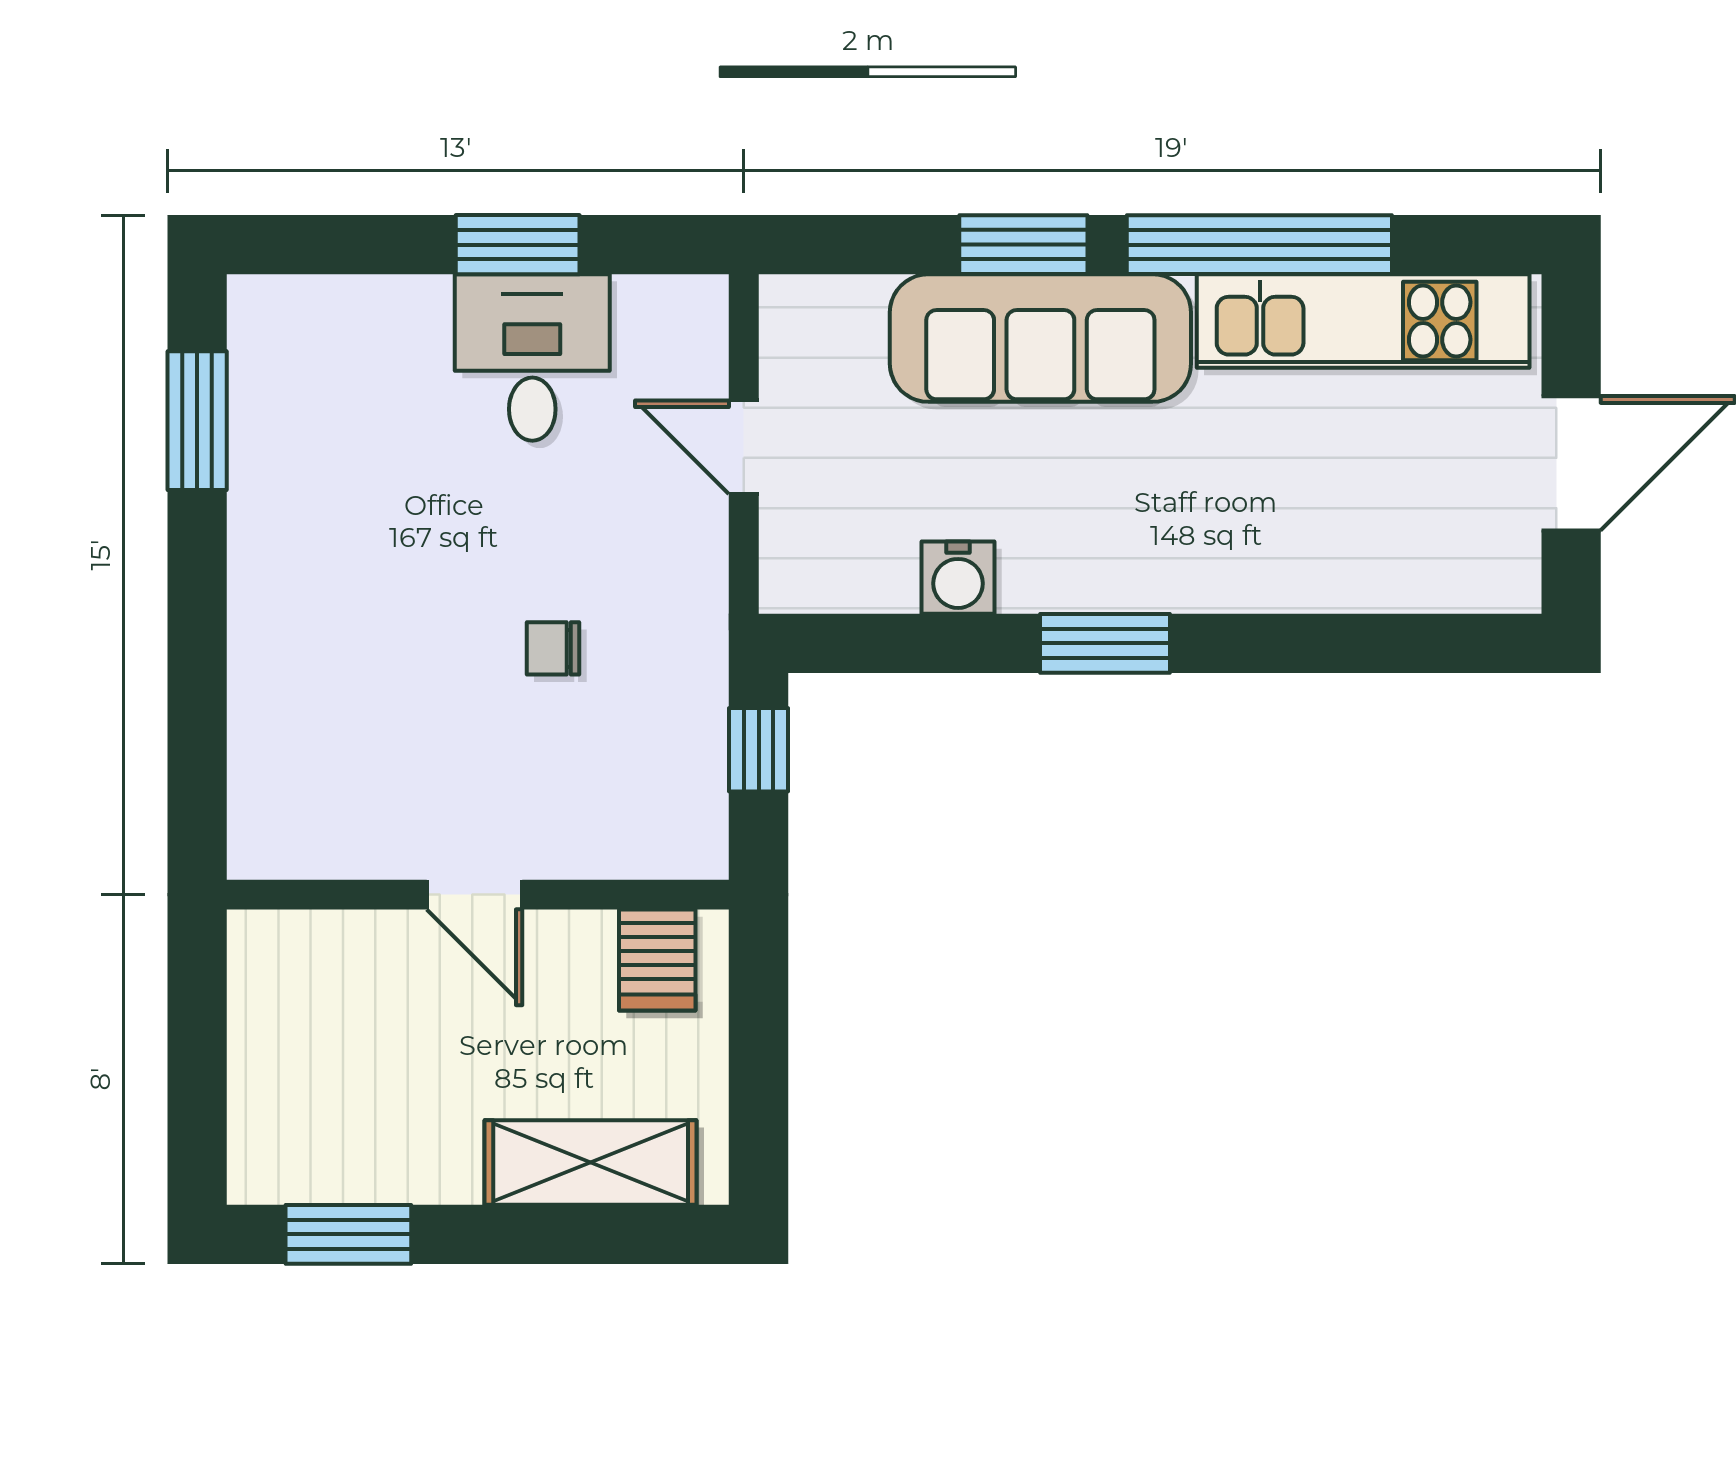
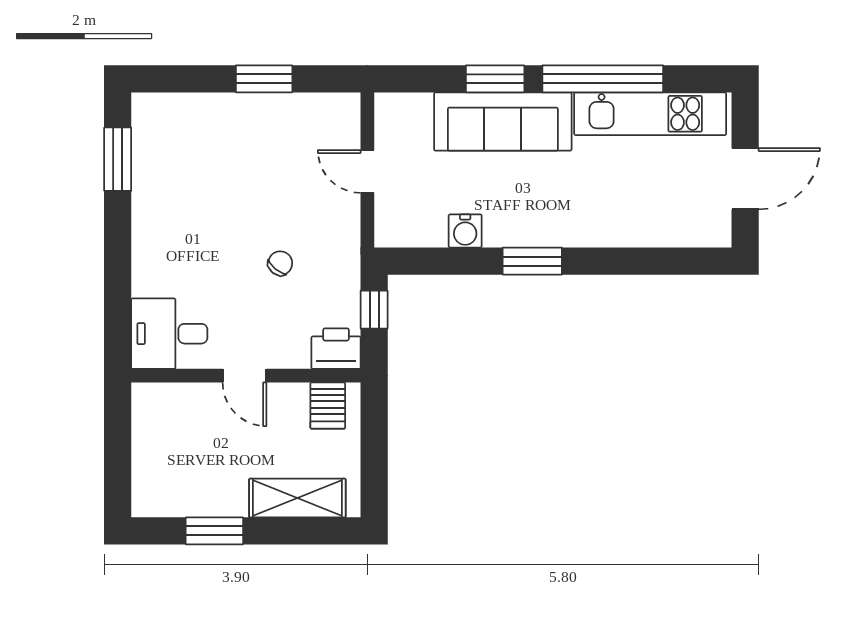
desk: (532, 357) -> (169, 334), moved, turned -90
chair: (553, 648) -> (280, 263), turned 129
printer: (675, 835) -> (336, 349), added
window: (348, 1234) -> (214, 531), moved

